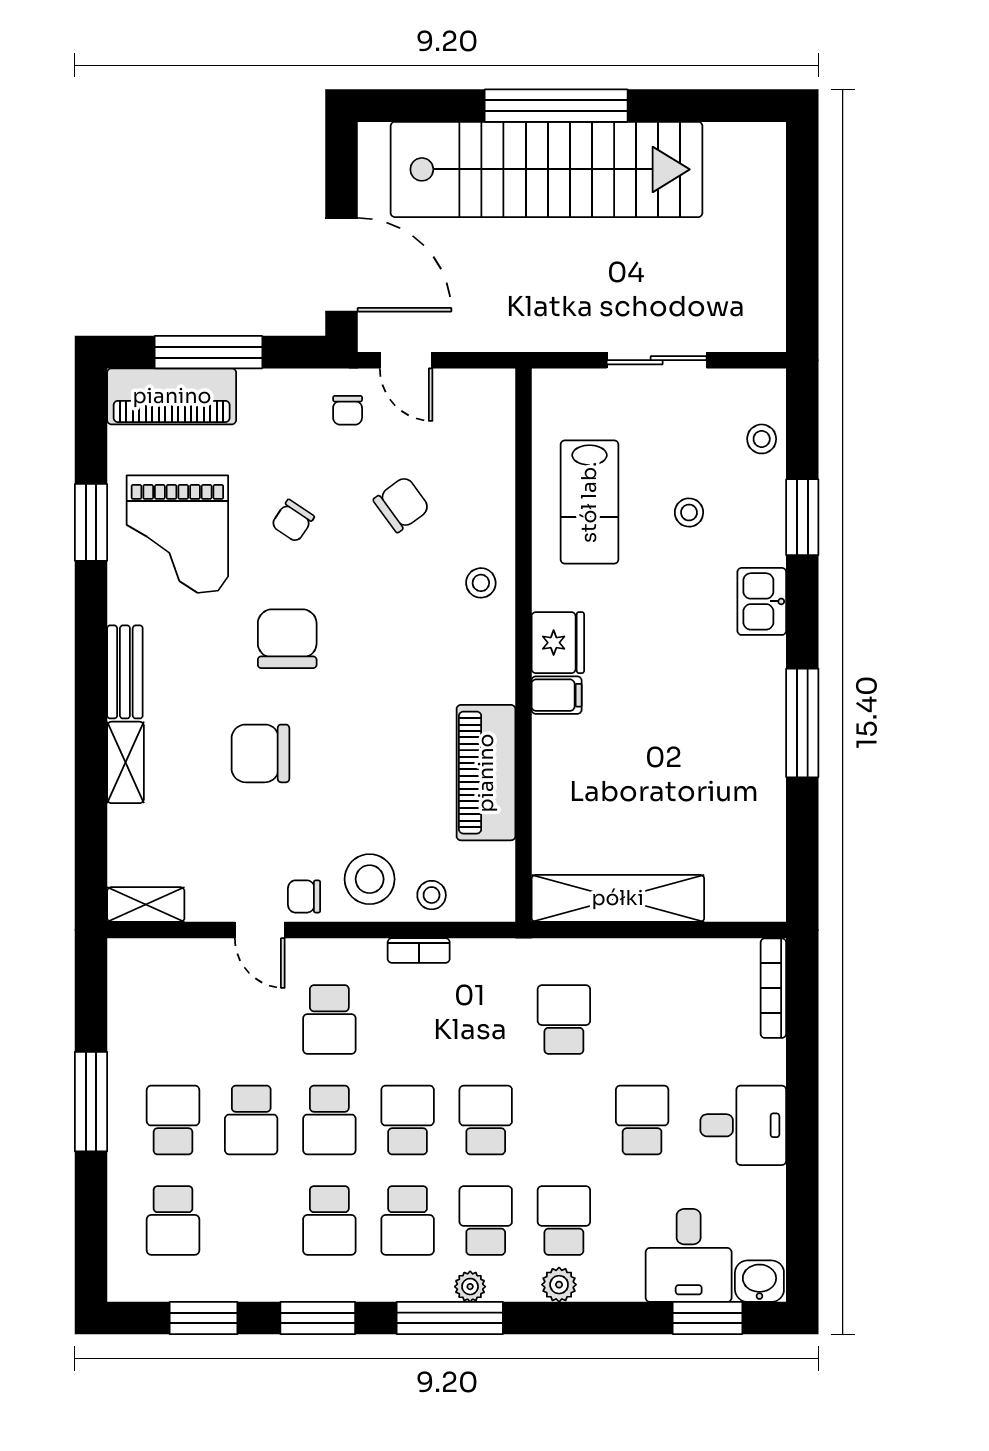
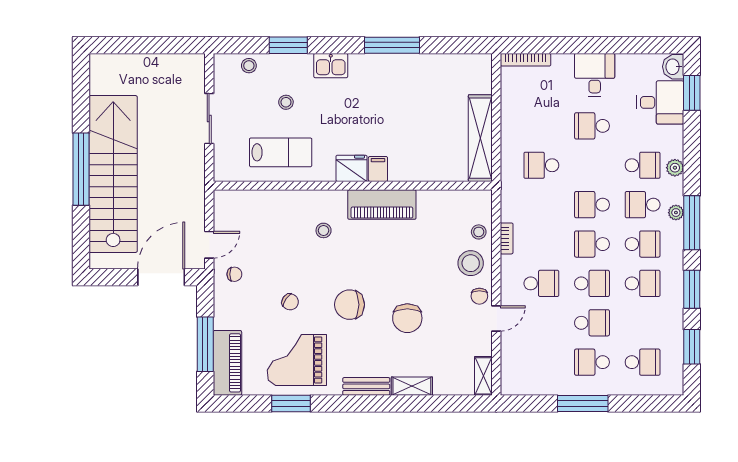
chair: (402, 504) -> (282, 247), removed
grand piano: (177, 534) -> (297, 360), turned 180
stool: (481, 583) -> (324, 230), moved
piano: (486, 773) -> (382, 205), moved
school desk: (564, 1220) -> (643, 165), turned 180

